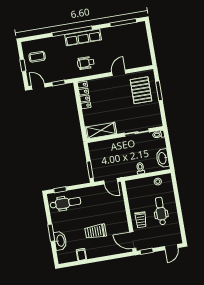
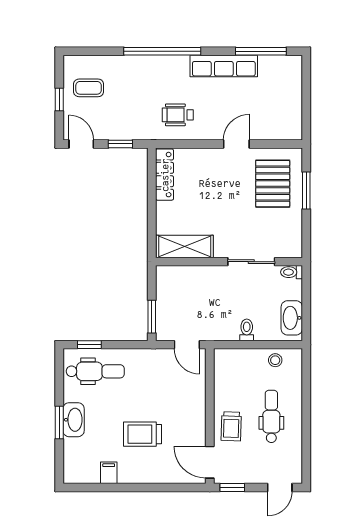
row of seats: (83, 37) -> (224, 66), moved
washbasin: (60, 241) -> (74, 420), moved

